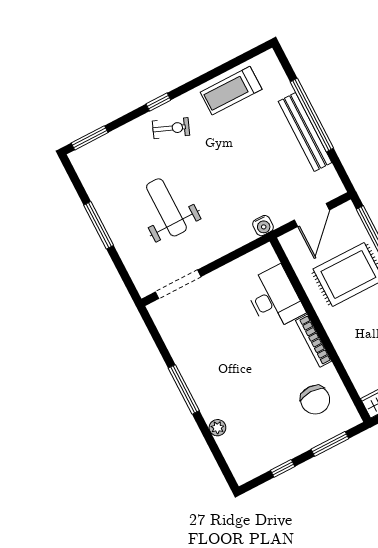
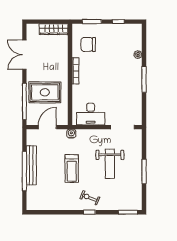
treadmill: (231, 91) -> (72, 168), moved, turned 90
desk: (274, 298) -> (91, 114), moved, turned -90
chair: (315, 400) -> (88, 44), turned -90

